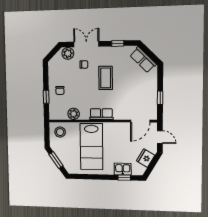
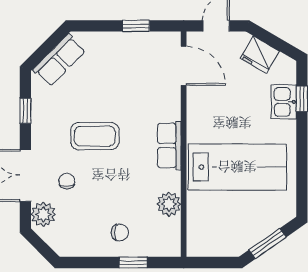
stool: (60, 132) -> (207, 234), removed

